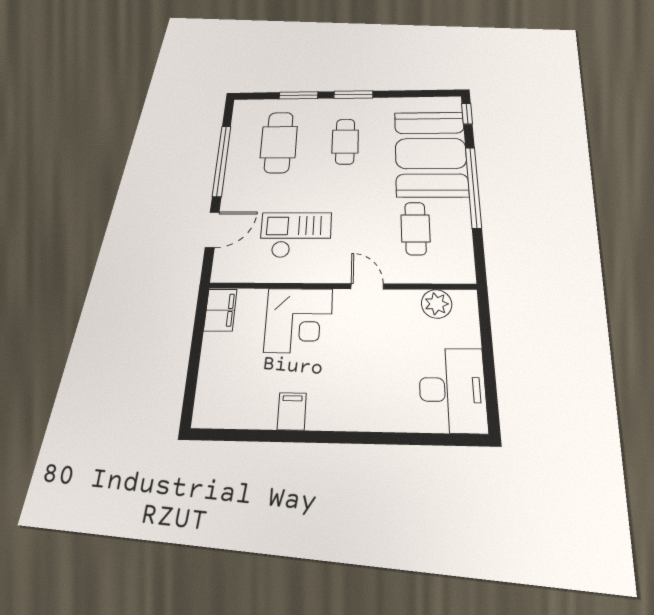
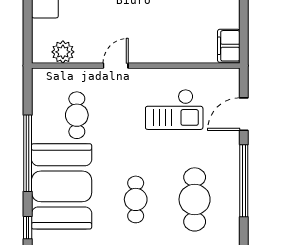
door: (367, 286) -> (116, 66), swing flipped
corner desk: (299, 320) -> (167, 38), removed

